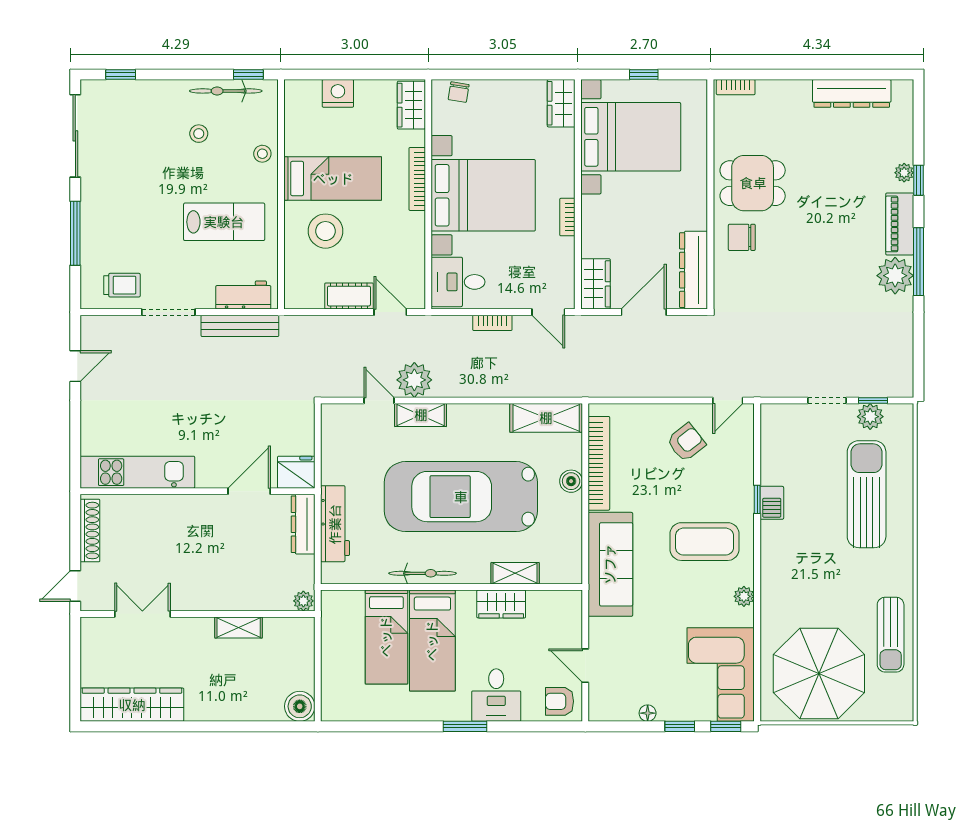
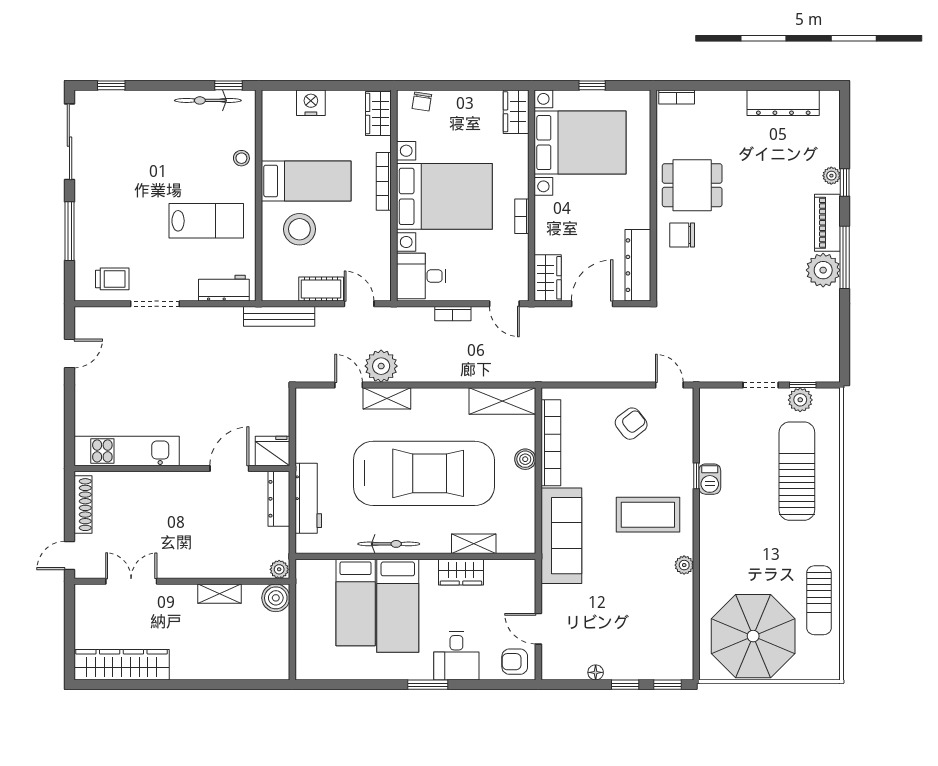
stool: (199, 134) -> (183, 140), removed
bench: (240, 326) -> (279, 316), moved
door: (728, 400) -> (669, 385), swing flipped
car: (461, 497) -> (424, 473), turned 180
corner sofa: (721, 675) -> (663, 637), removed
boiler: (300, 706) -> (276, 598), moved

